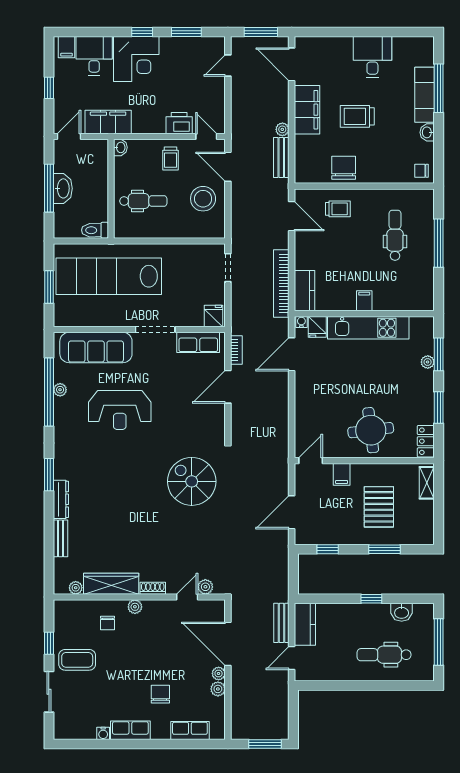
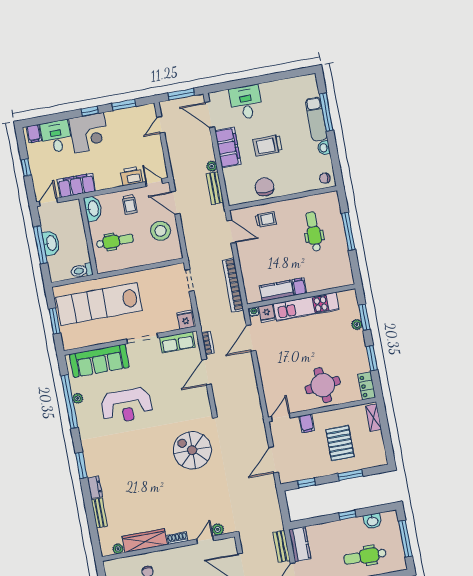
desk: (372, 57) -> (246, 102), moved
washbasin: (120, 147) -> (93, 209), width x1.91, depth x1.45
kitchen counter: (304, 291) -> (277, 291), moved, turned -90
dresser: (61, 499) -> (95, 487), width x0.70
plant: (135, 607) -> (166, 555), removed

